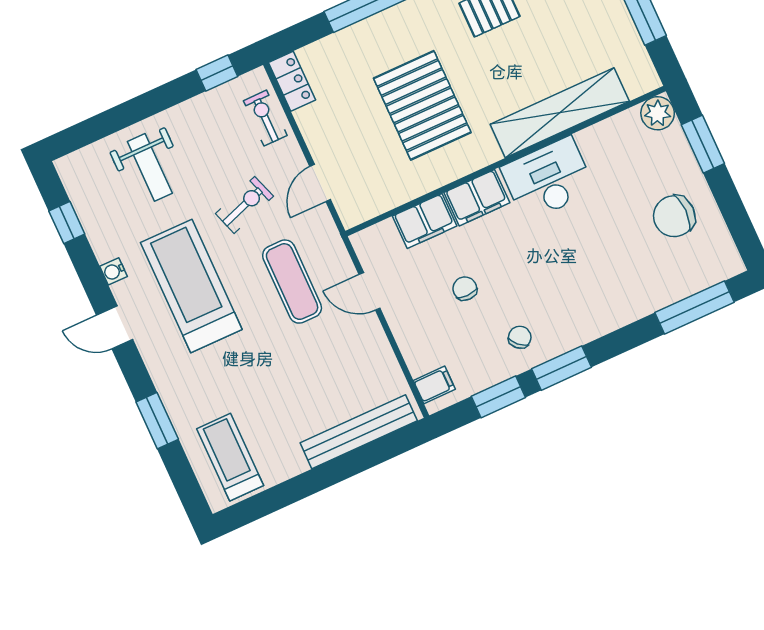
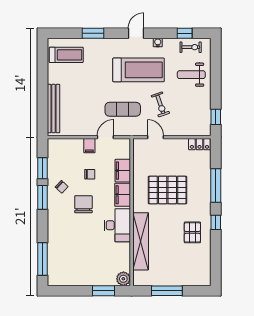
exercise bike: (265, 118) -> (191, 47), moved
chair: (674, 216) -> (83, 204), moved
filing cabinet: (434, 385) -> (89, 146), moved

